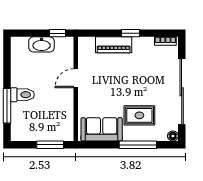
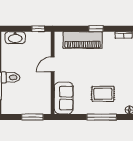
washbasin: (42, 44) -> (15, 38), moved
piano: (114, 45) -> (83, 40), width x1.37, depth x1.33
sofa: (102, 129) -> (64, 98), moved, turned 90

